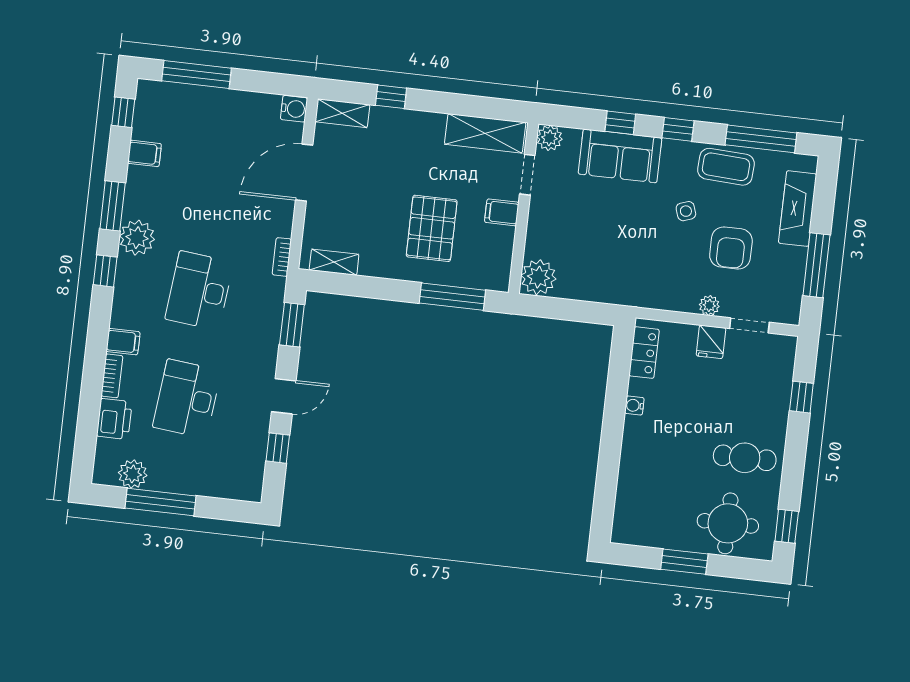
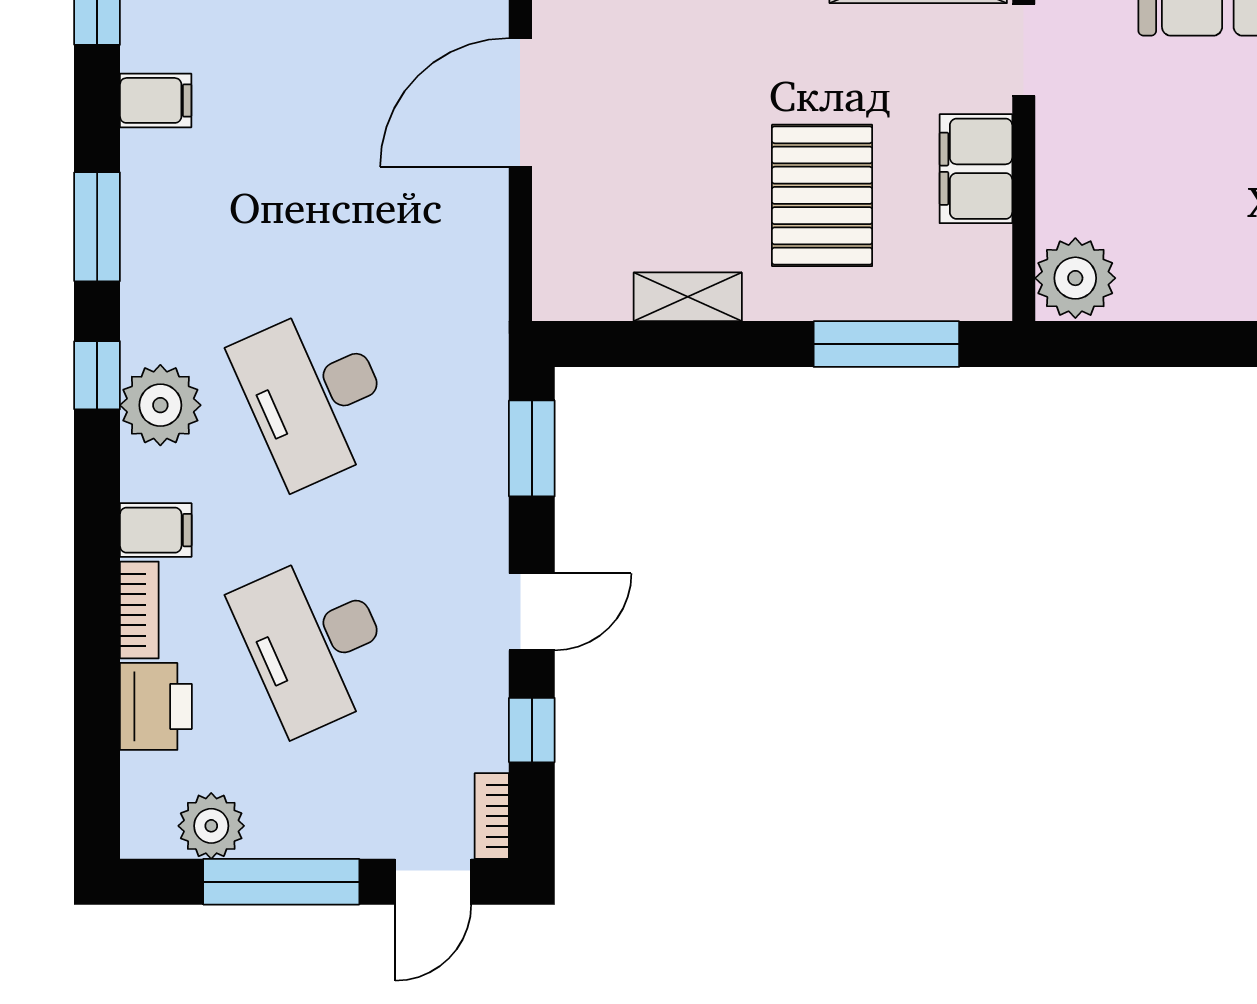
filing cabinet: (502, 212) -> (976, 169), width x2.00
plant: (137, 238) -> (160, 405), moved
bookcase: (282, 257) -> (492, 816), moved
shelving: (334, 262) -> (688, 297), moved
desk: (199, 291) -> (314, 395), turned -30
desk: (187, 399) -> (314, 642), turned -30
door: (227, 510) -> (433, 882), added

